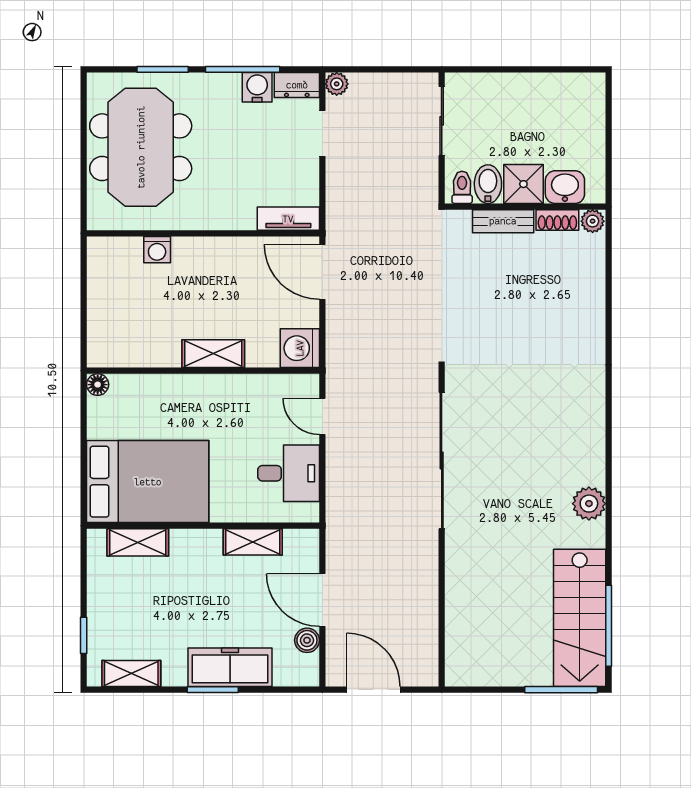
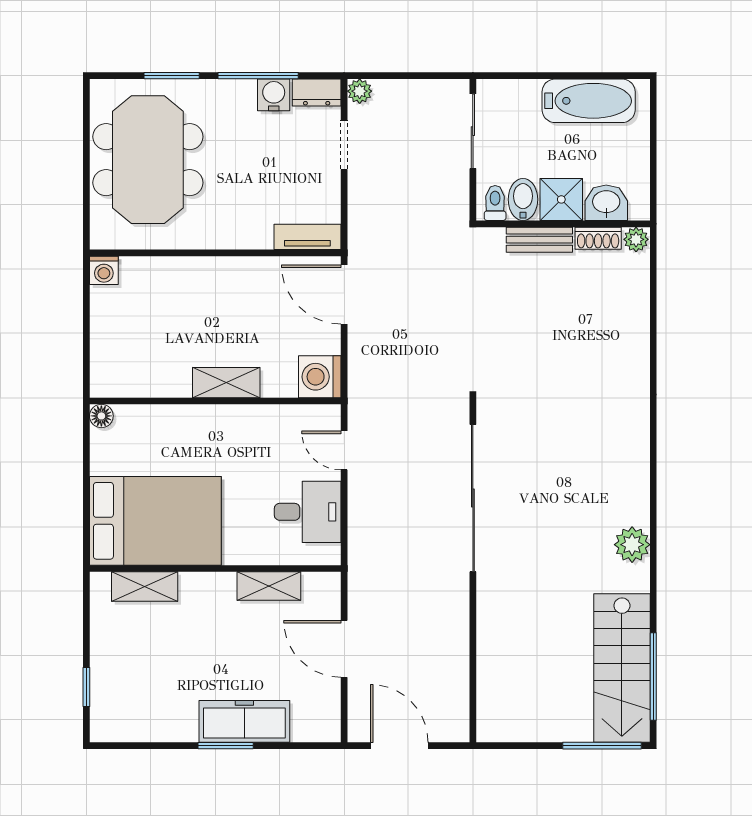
bathtub: (549, 93) -> (589, 101), added
washing machine: (157, 250) -> (104, 270), moved
boiler: (307, 640) -> (328, 692), removed
shelving: (131, 674) -> (138, 728), removed

